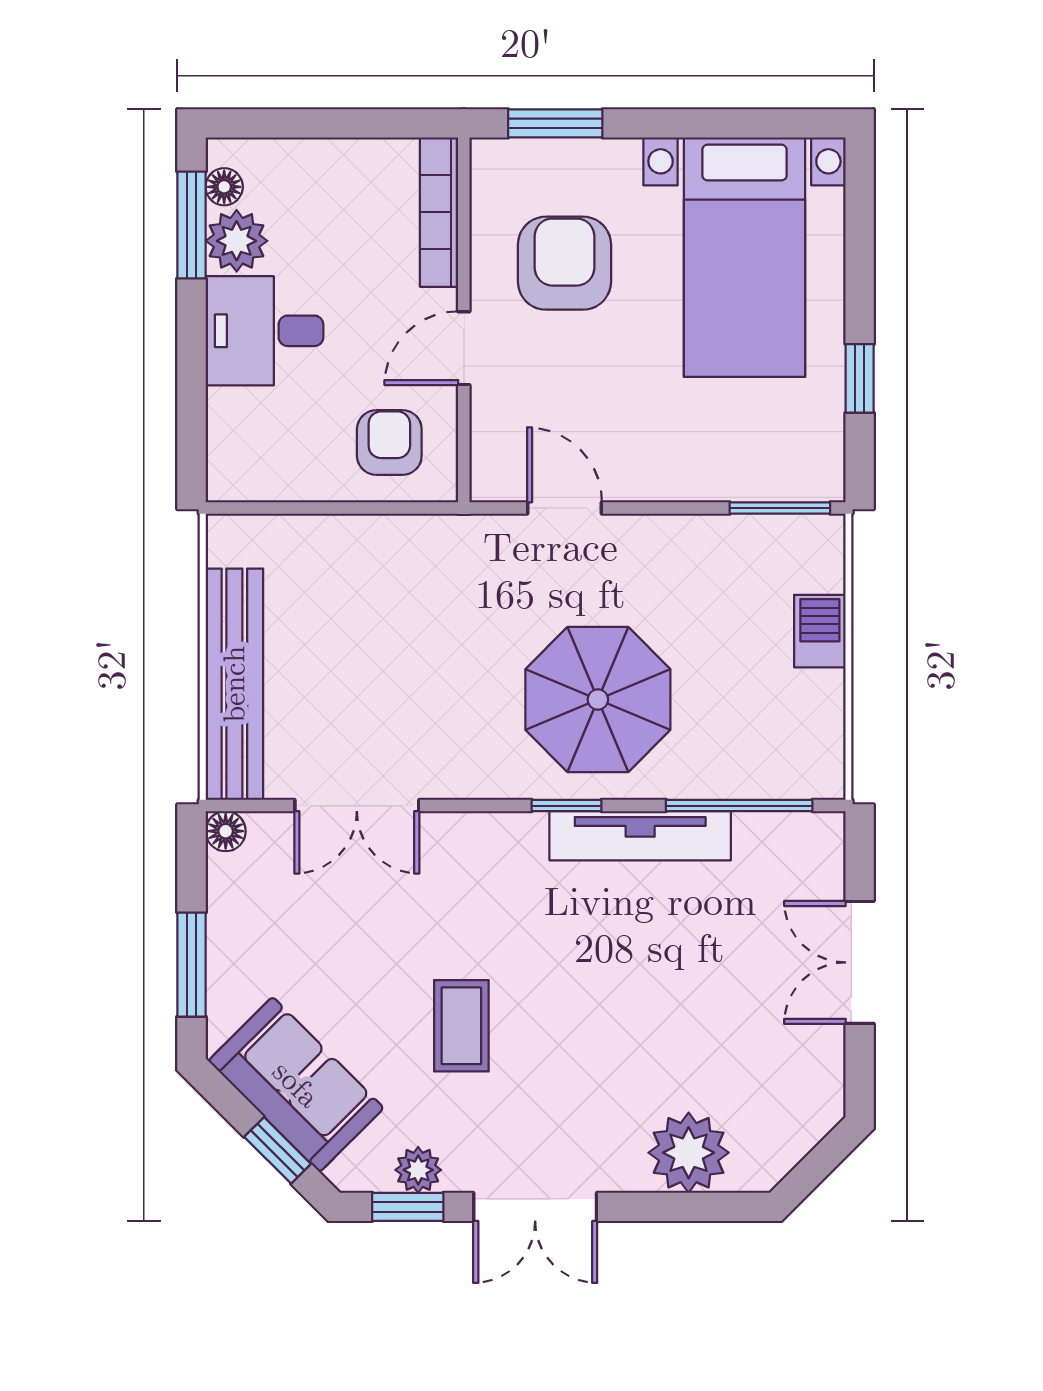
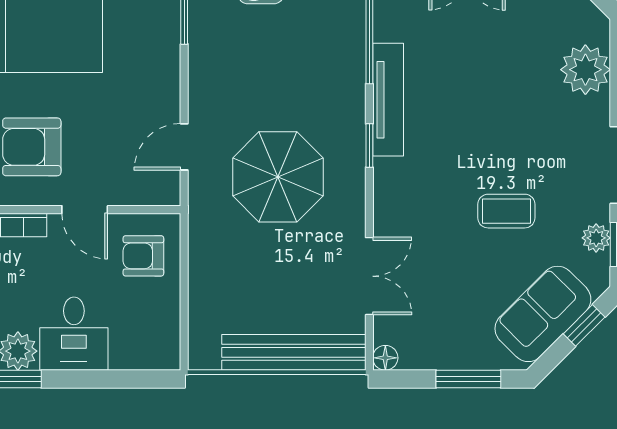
parasol: (598, 700) -> (278, 177), moved

